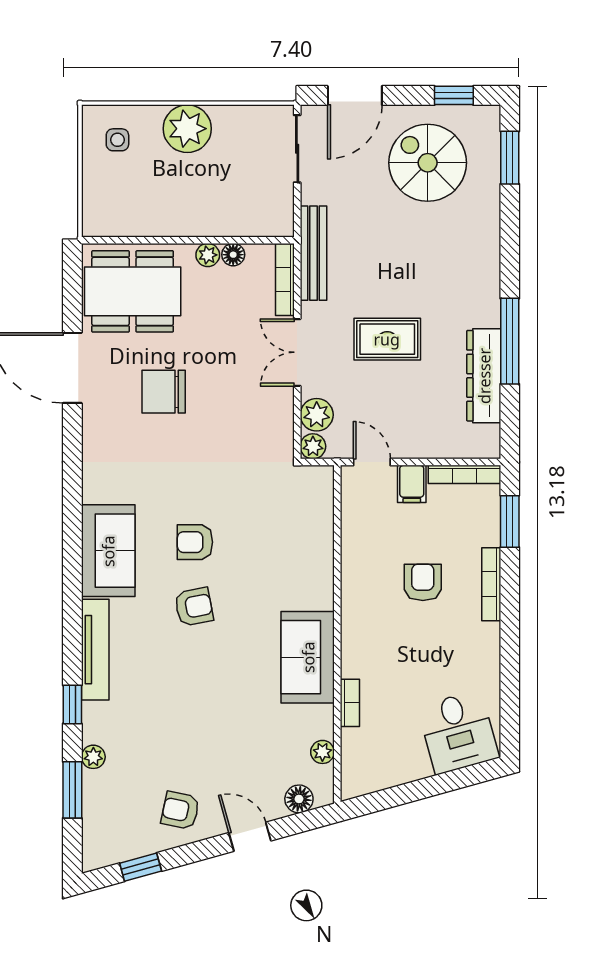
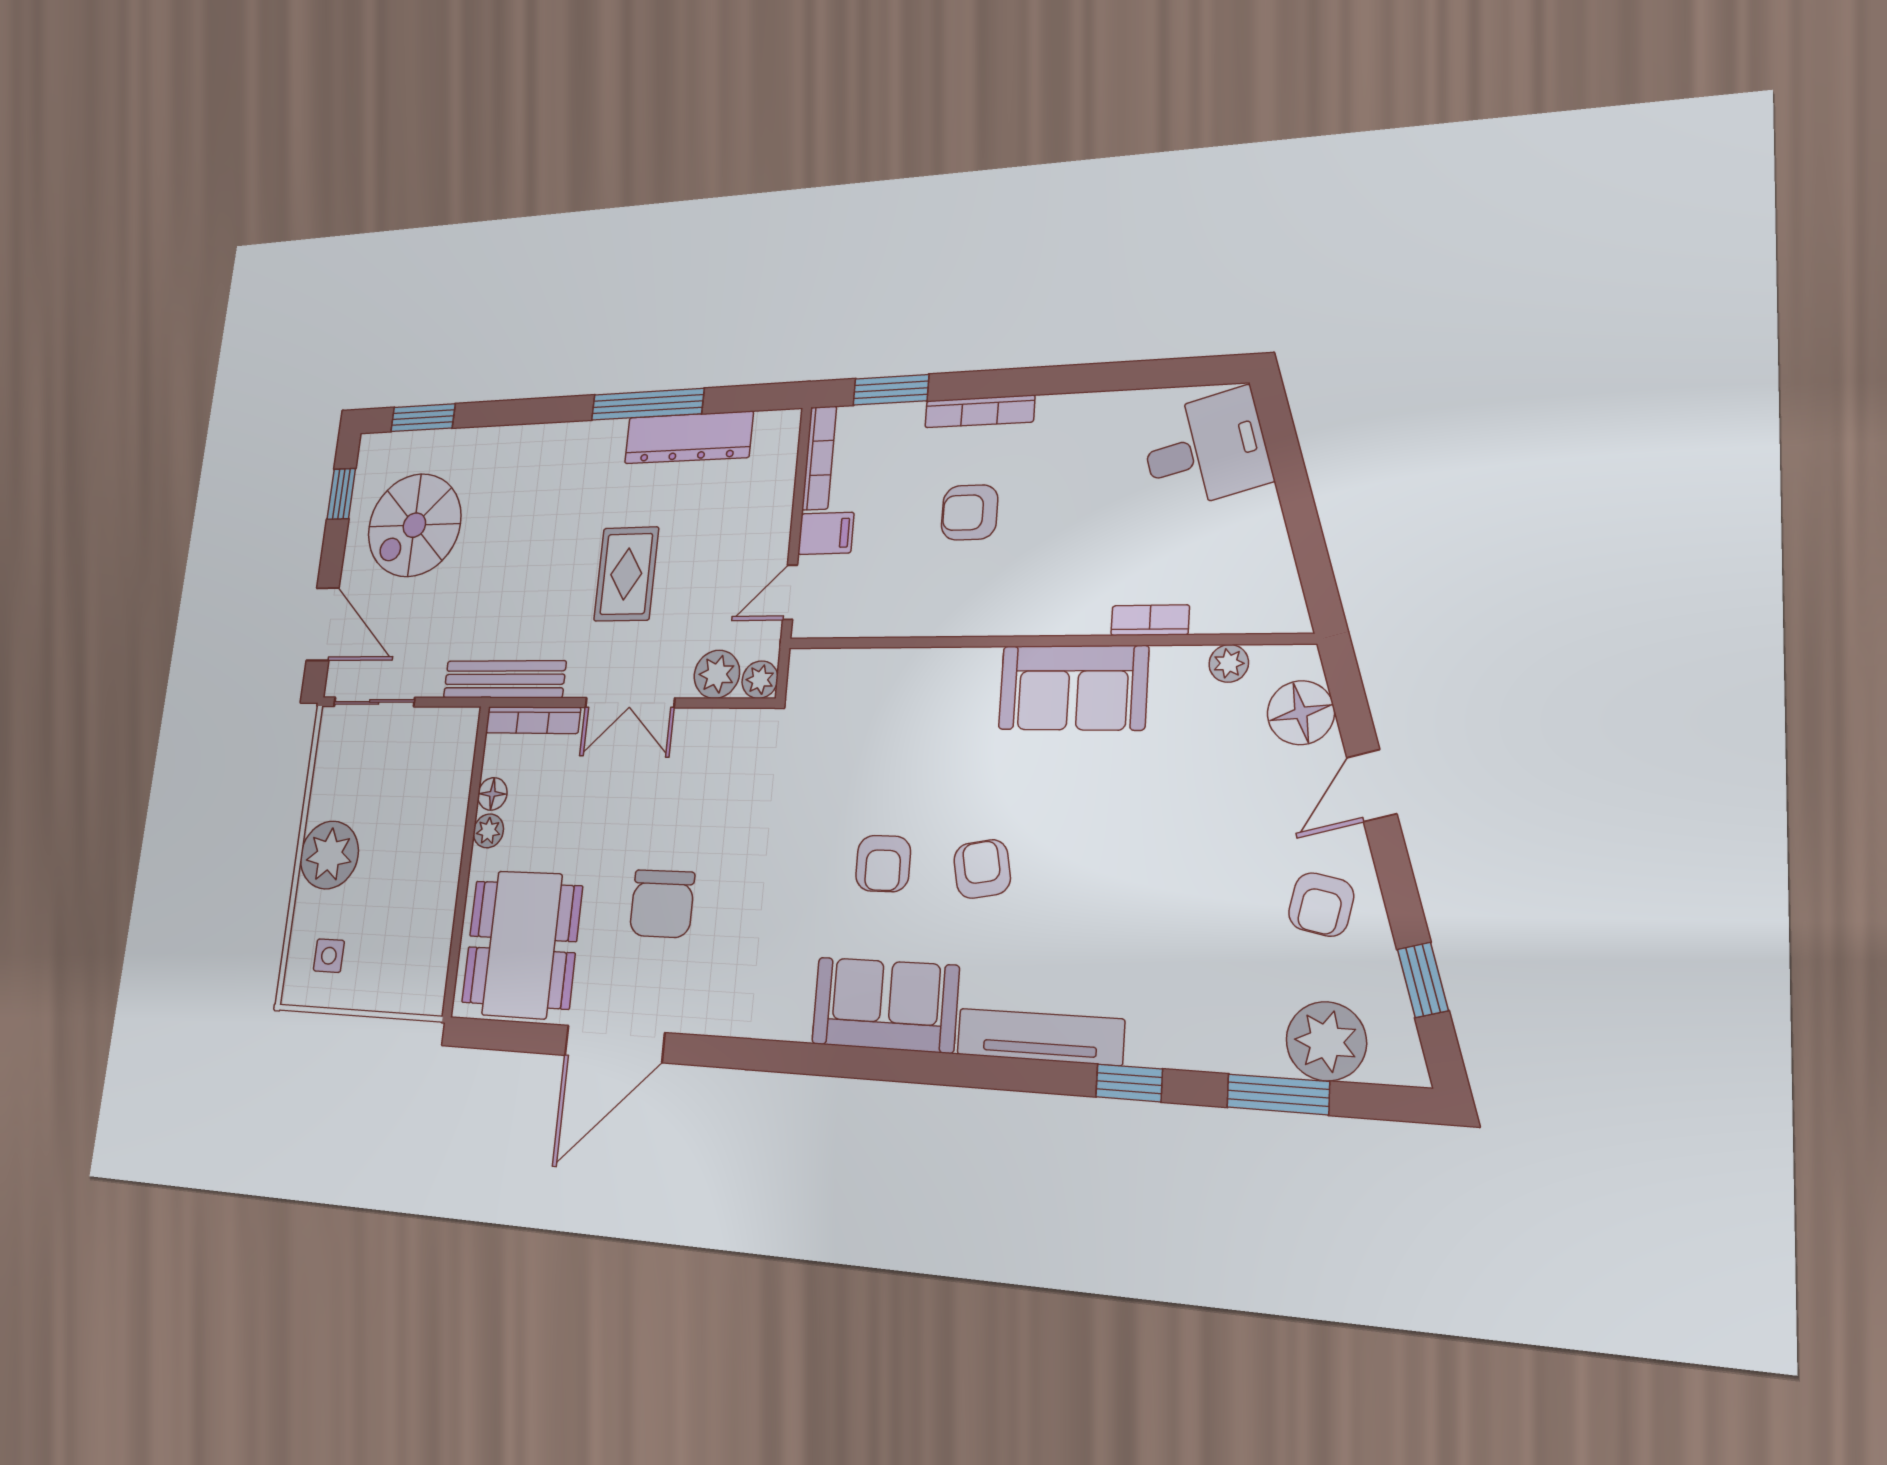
plant: (93, 757) -> (1326, 1041), moved, width x1.88, depth x1.88
floor lamp: (299, 799) -> (1301, 713), width x1.38, depth x1.38

